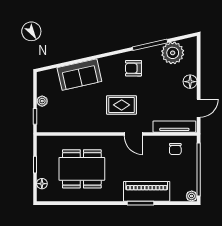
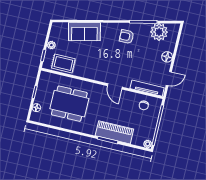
rug: (122, 105) -> (63, 63), moved

